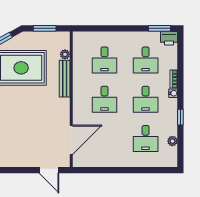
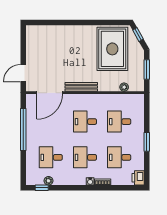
window: (159, 28) -> (147, 142), moved
bench: (65, 79) -> (81, 87), moved
window: (180, 117) -> (42, 188), moved
door: (71, 140) -> (50, 93), hinge flipped
window: (114, 170) -> (23, 129), added

